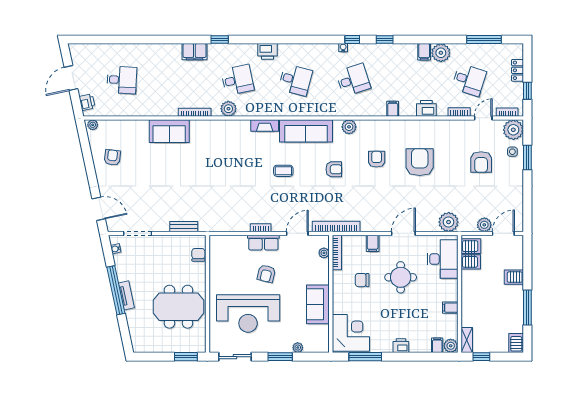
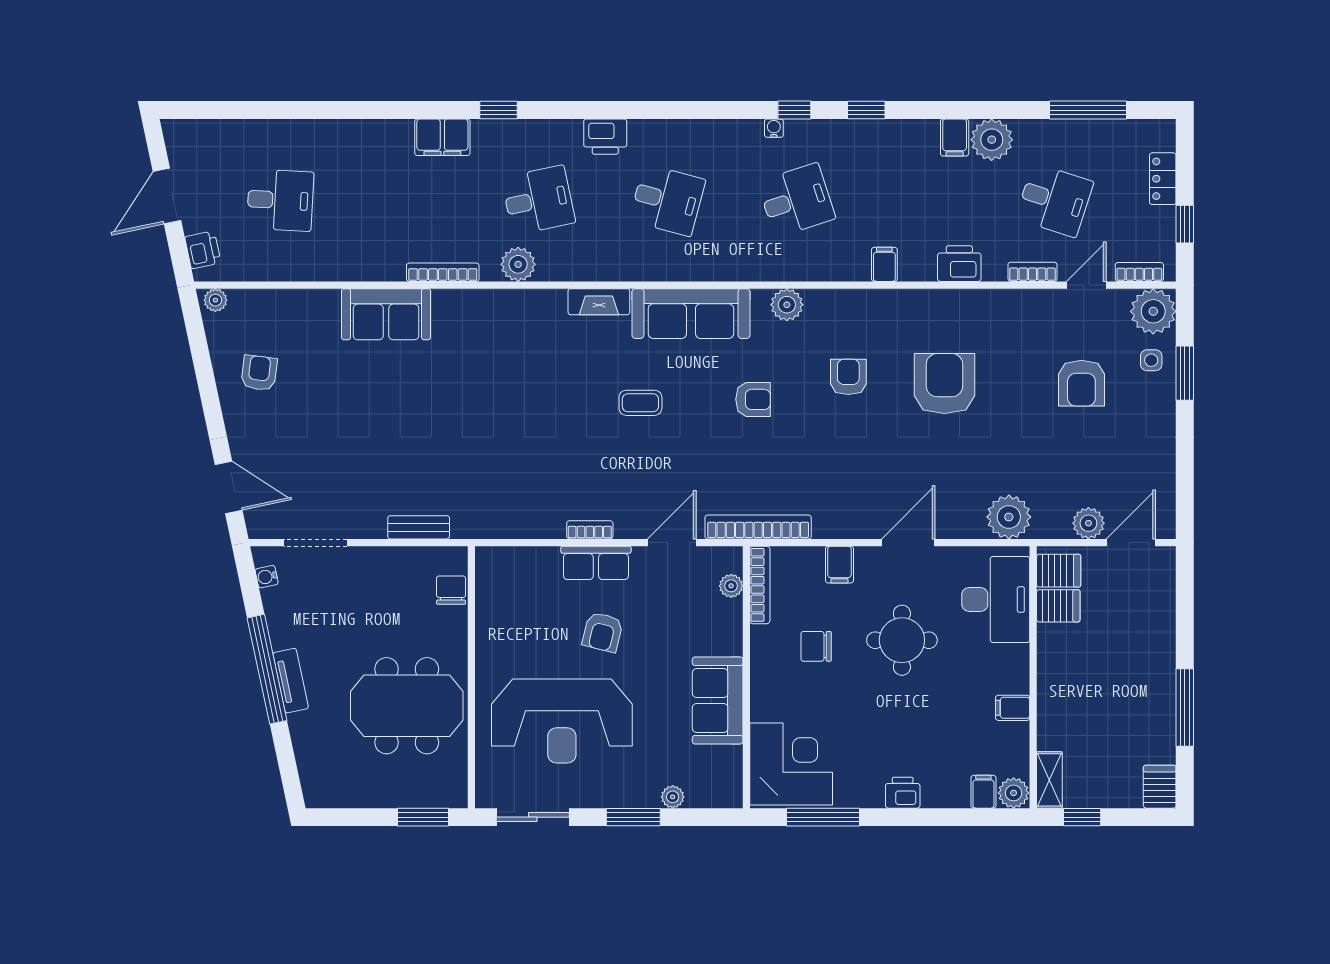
server rack: (514, 277) -> (1155, 640), removed

